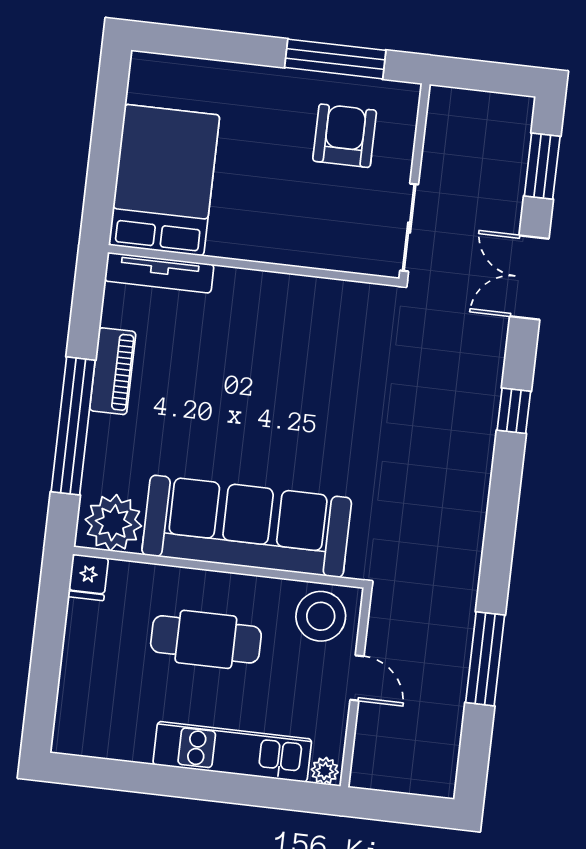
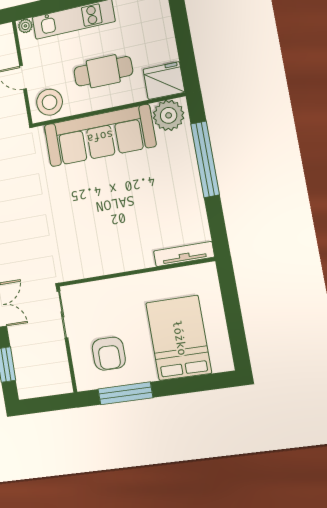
bed: (164, 180) -> (179, 338), moved, turned 180
piano: (113, 371) -> (193, 195), removed
fridge: (88, 577) -> (164, 81), width x1.88, depth x1.34

